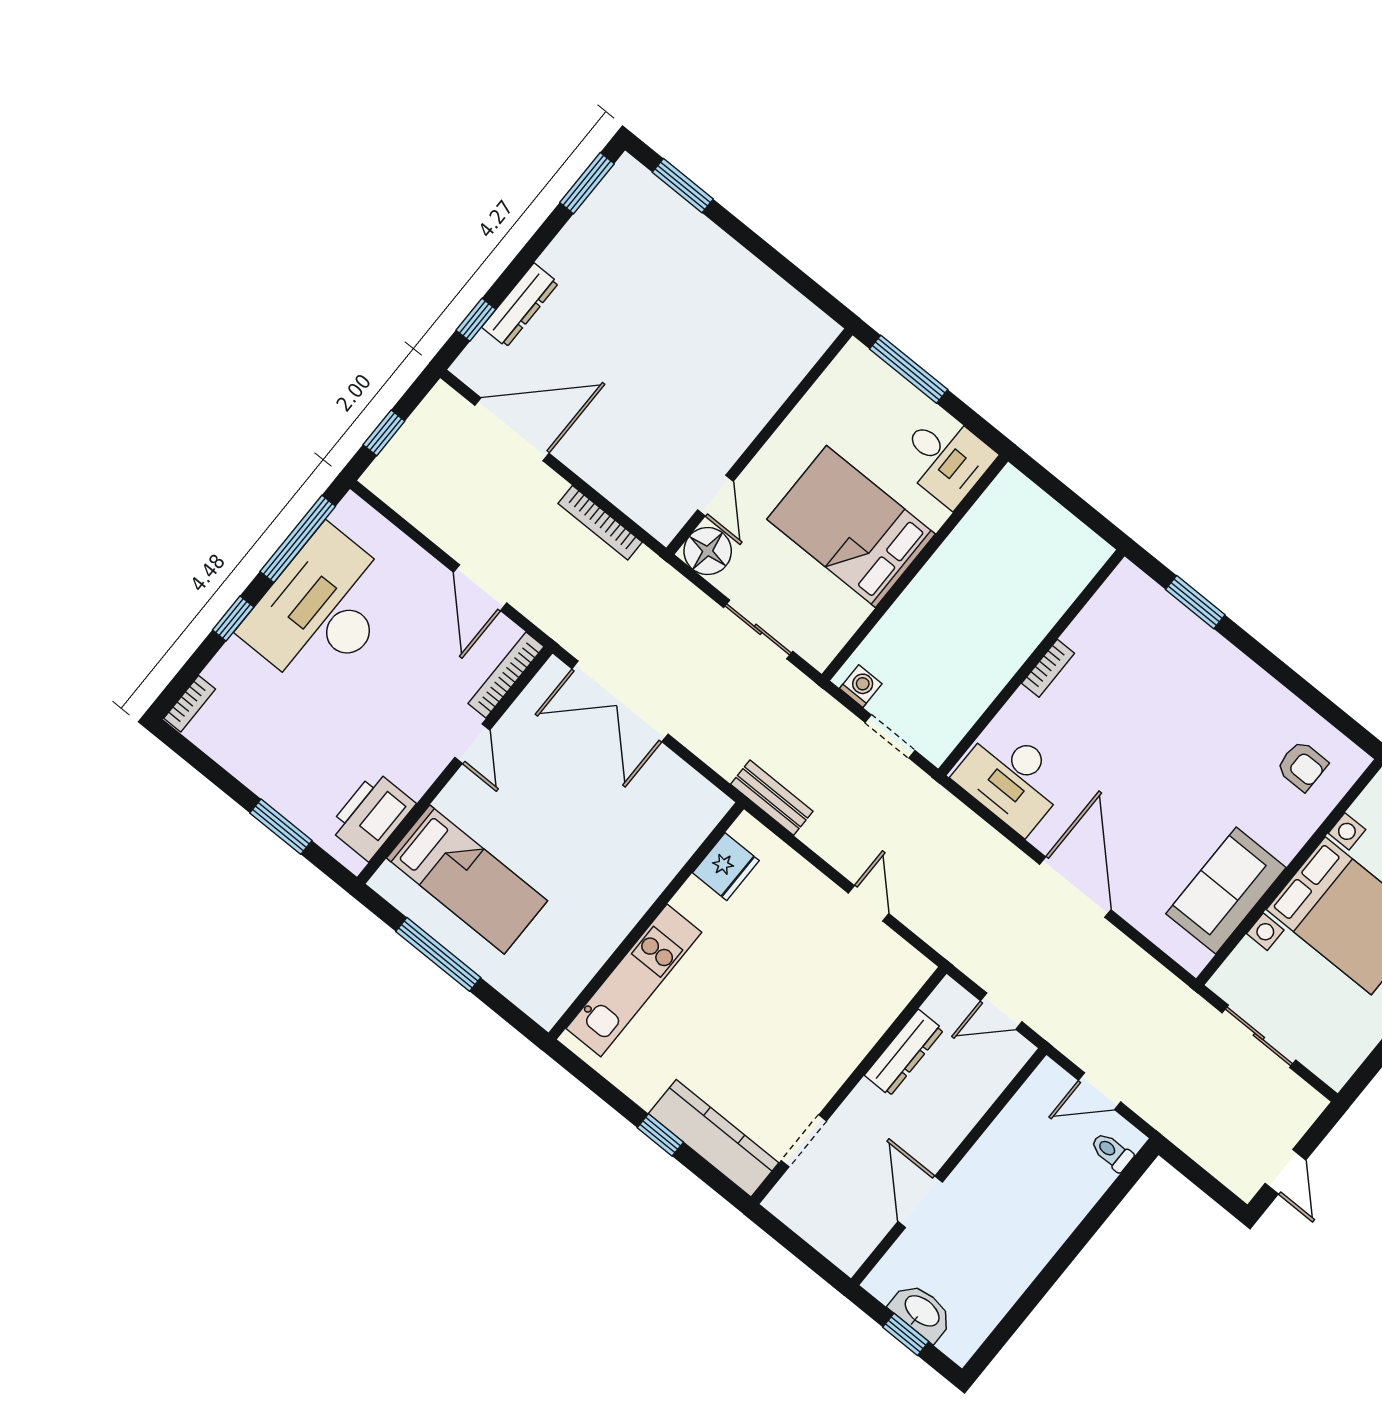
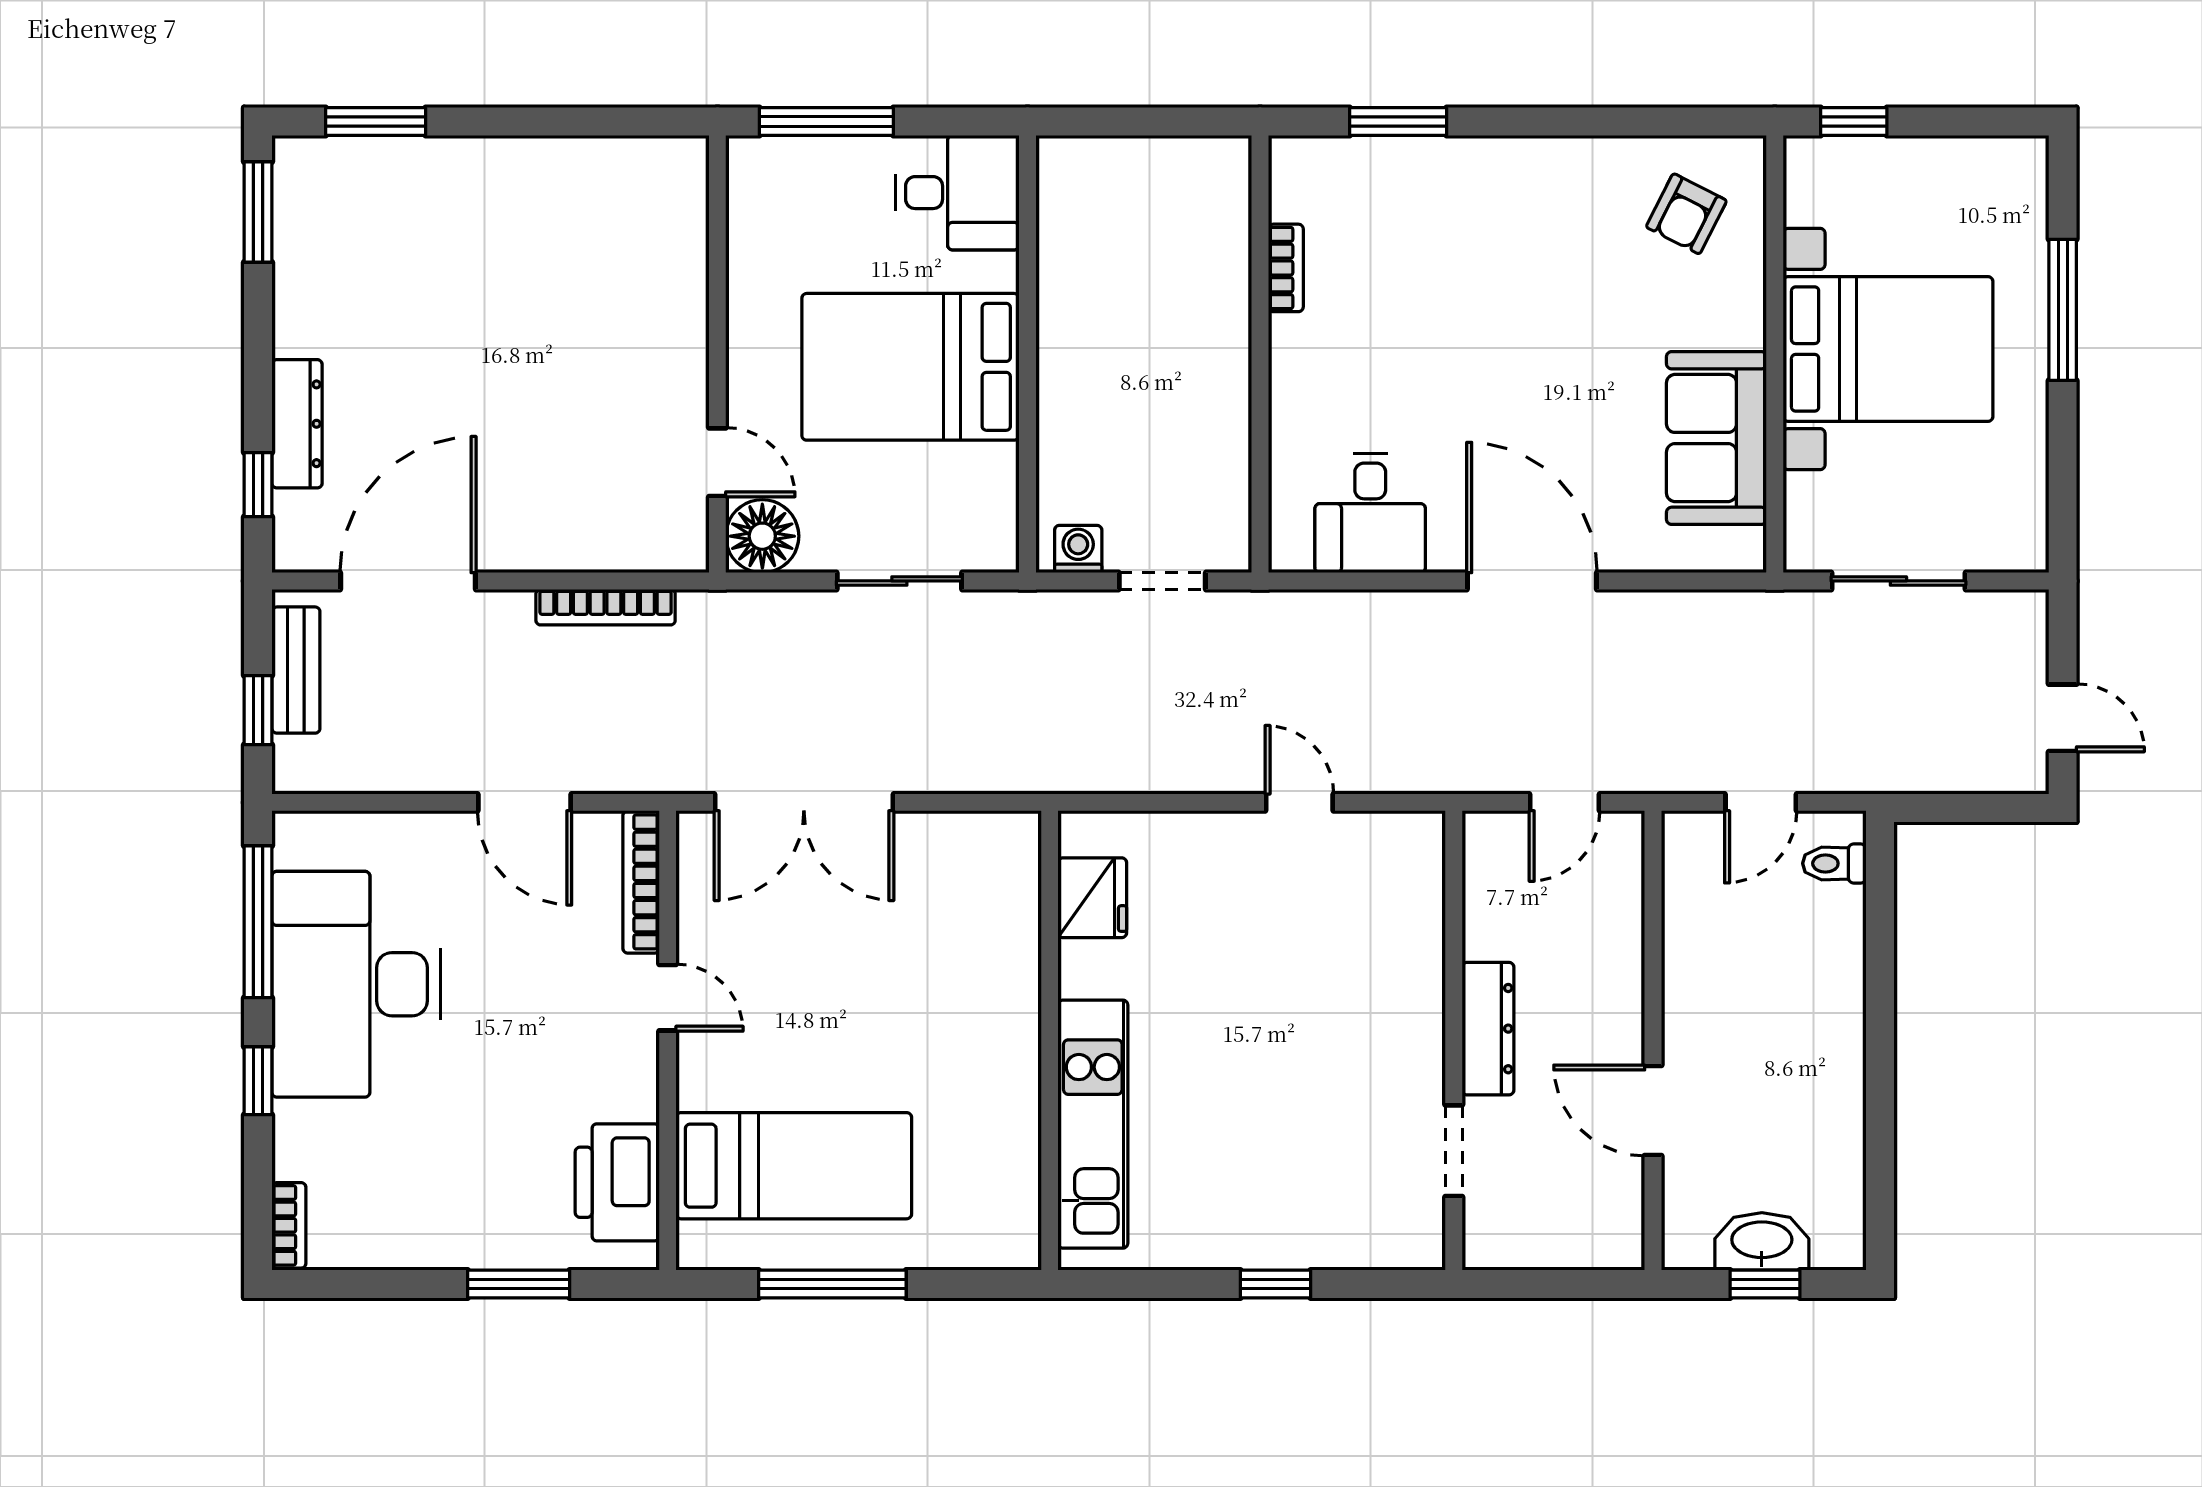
bookcase: (1048, 668) -> (1286, 268), moved
armchair: (1302, 766) -> (1686, 214), turned 117
desk: (1011, 779) -> (1370, 513), width x0.73
bench: (772, 798) -> (296, 670), moved, turned 90
dresser: (904, 1053) -> (1488, 1029), moved
kitchen counter: (714, 1138) -> (1343, 1236), removed

